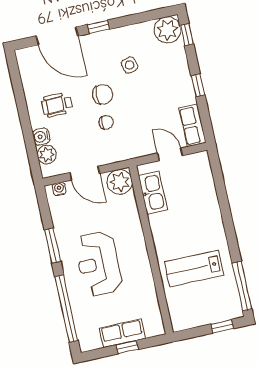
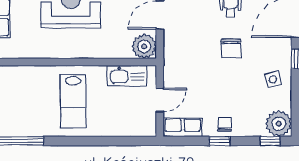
side table: (130, 65) -> (273, 79), moved
chair: (106, 122) -> (225, 125), moved, turned 180
lab bench: (194, 268) -> (73, 101), moved, turned 180

